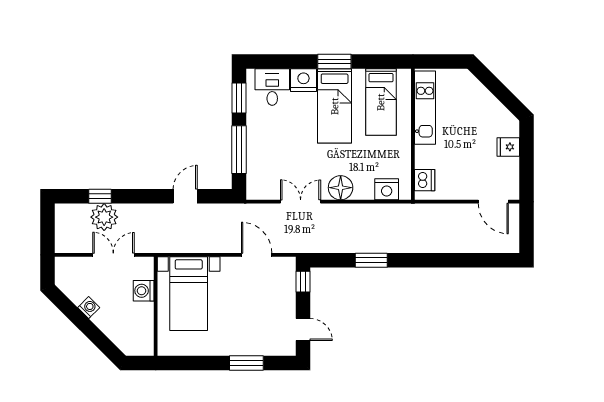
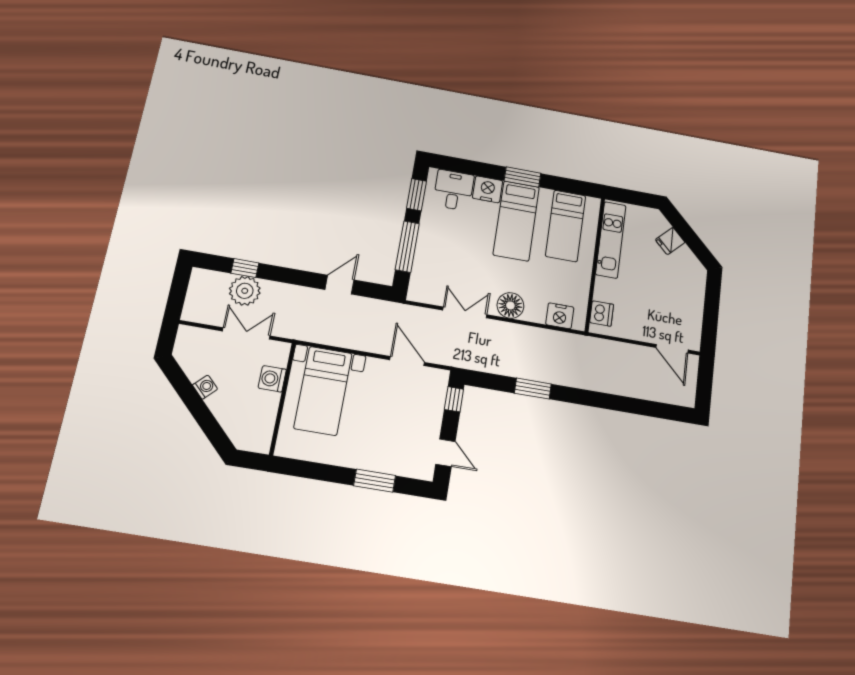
fridge: (508, 147) -> (670, 241), moved, turned -45

